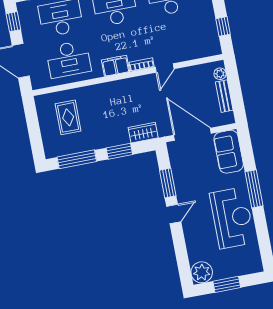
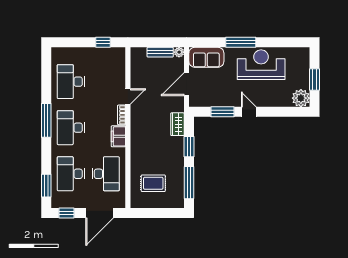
door: (165, 68) -> (128, 97), hinge flipped
plant: (220, 74) -> (179, 52), moved
door: (192, 134) -> (186, 84), width x0.73

